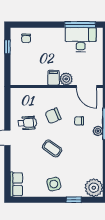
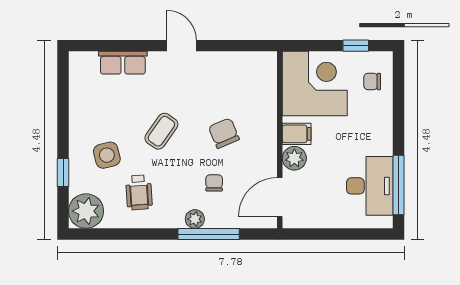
corner desk: (27, 68) -> (315, 84), added
wheelchair: (27, 123) -> (139, 192), moved
row of seats: (16, 184) -> (123, 63), moved
side table: (54, 184) -> (107, 155), moved

